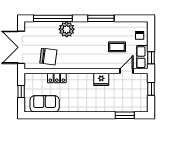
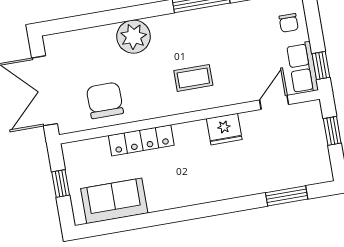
window: (53, 18) -> (101, 19), removed
coffee table: (117, 47) -> (193, 78), moved
chair: (48, 57) -> (105, 100), turned -97
locker: (57, 78) -> (141, 140), width x1.53

